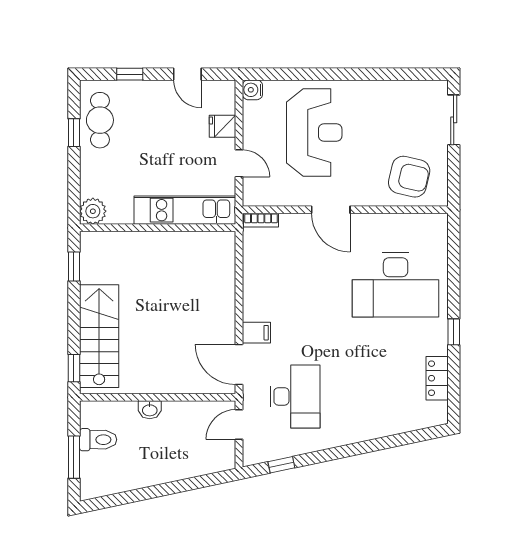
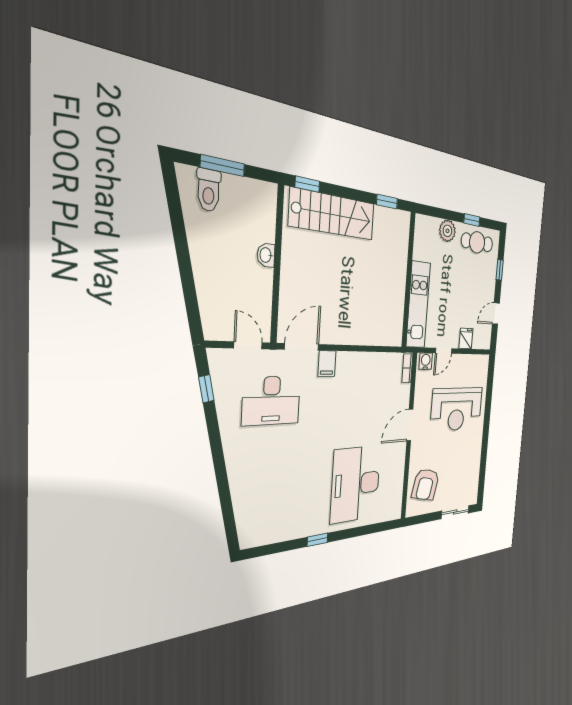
water cooler: (252, 90) -> (426, 361), moved
plant: (93, 211) -> (447, 231), moved
locker: (437, 378) -> (281, 532), removed
toilet: (98, 440) -> (209, 190), moved

